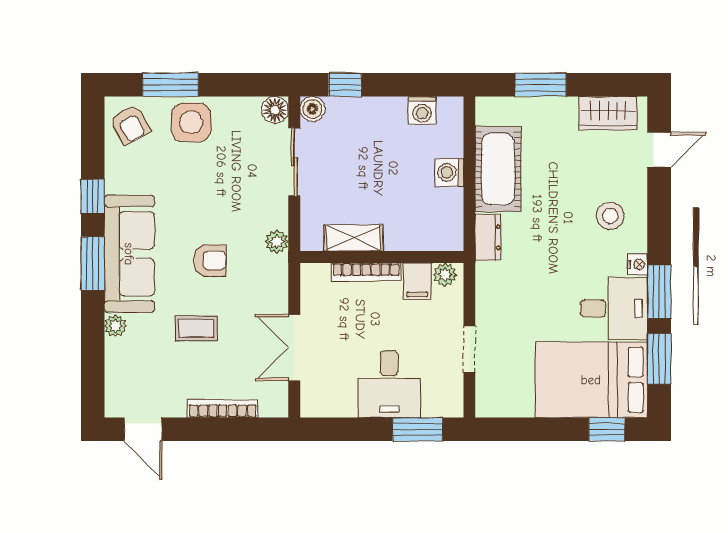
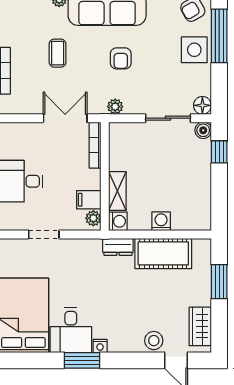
window: (170, 85) -> (219, 36), width x1.44
washing machine: (422, 110) -> (118, 221), moved, turned 180
stool: (610, 216) -> (154, 341), moved
shelving: (354, 238) -> (117, 191), moved
armchair: (210, 261) -> (121, 58), moved
bookcase: (366, 272) -> (95, 145), moved
double door: (294, 348) -> (65, 118), moved
window: (659, 359) -> (37, 360), removed

